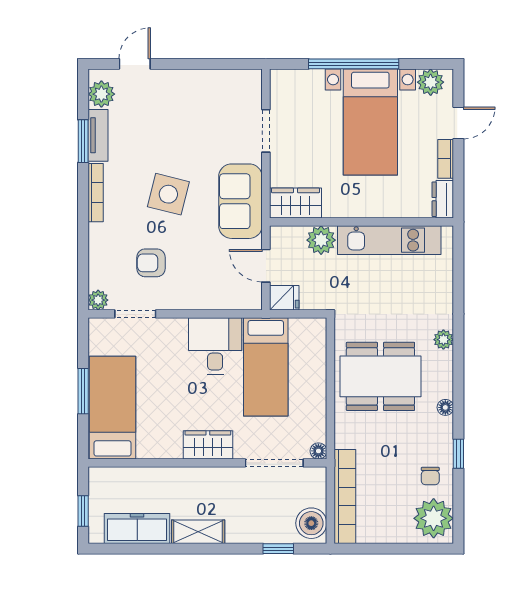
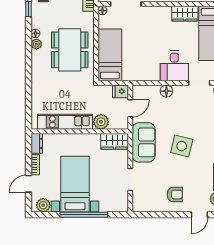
armchair: (151, 263) -> (175, 195), moved
door: (266, 266) -> (130, 108), hinge flipped
floor lamp: (197, 298) -> (166, 91), added
plant: (443, 340) -> (36, 44), moved
desk: (215, 346) -> (174, 66), moved
bed: (266, 367) -> (110, 55), moved
dining table: (380, 376) -> (70, 50), turned 90
wardrobe: (208, 445) -> (185, 14), moved

